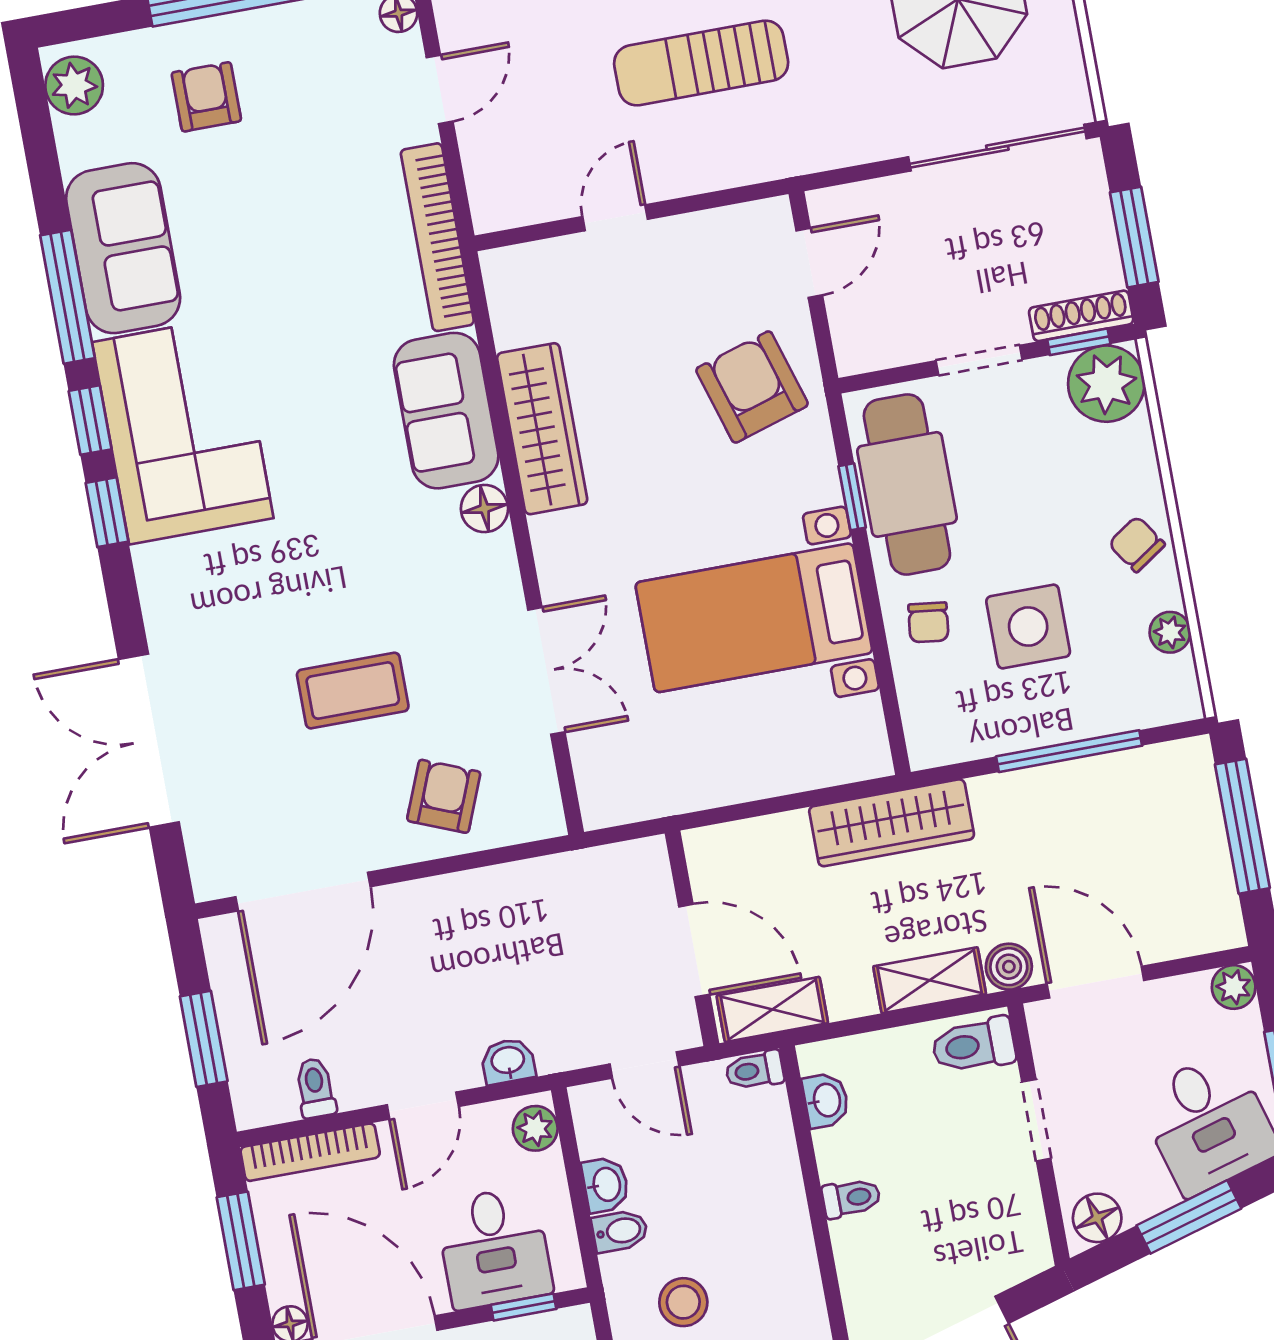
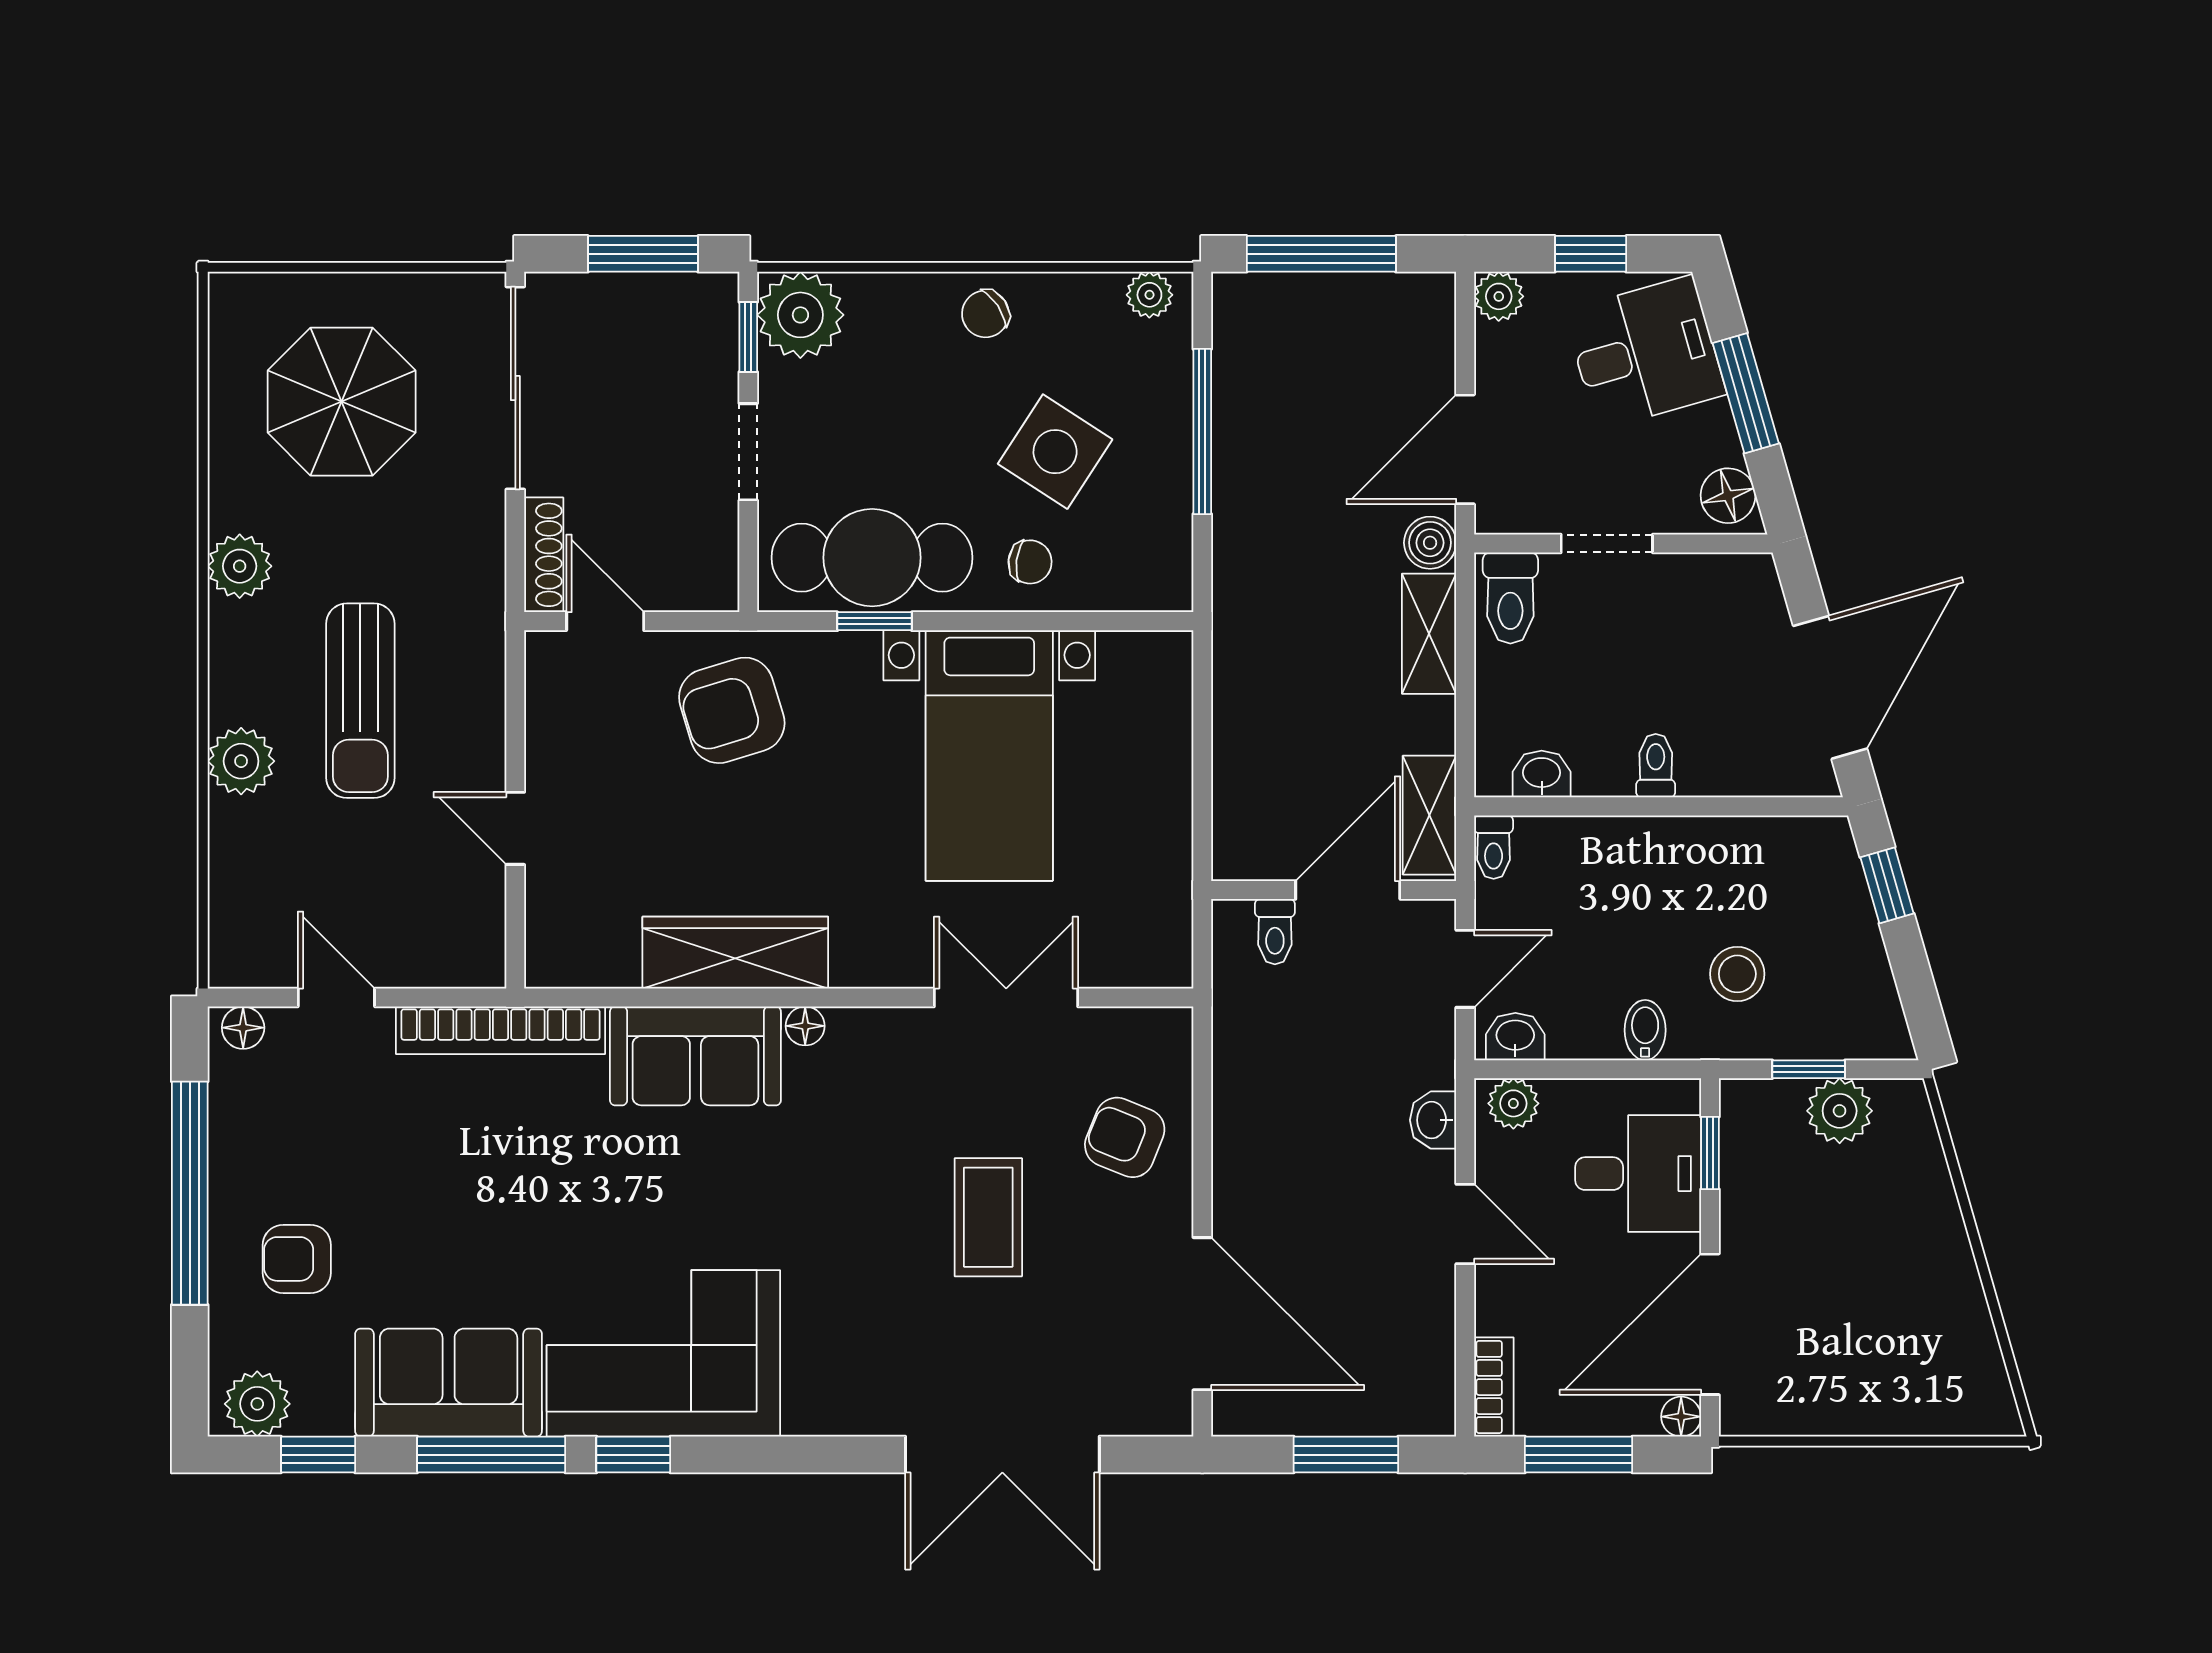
shoe rack: (1081, 316) -> (544, 555), moved, turned 180
floor lamp: (484, 509) -> (805, 1026), width x0.73, depth x0.73
window: (107, 512) -> (318, 1455), moved
side table: (1028, 627) -> (1055, 452), turned 33
plant: (1170, 632) -> (1149, 295), moved
wardrobe: (892, 823) -> (1246, 644), removed
toilet: (315, 1088) -> (1275, 932), moved, turned -90
bookcase: (310, 1152) -> (1494, 1387), width x0.64
washbasin: (606, 1185) -> (1515, 1037), moved

